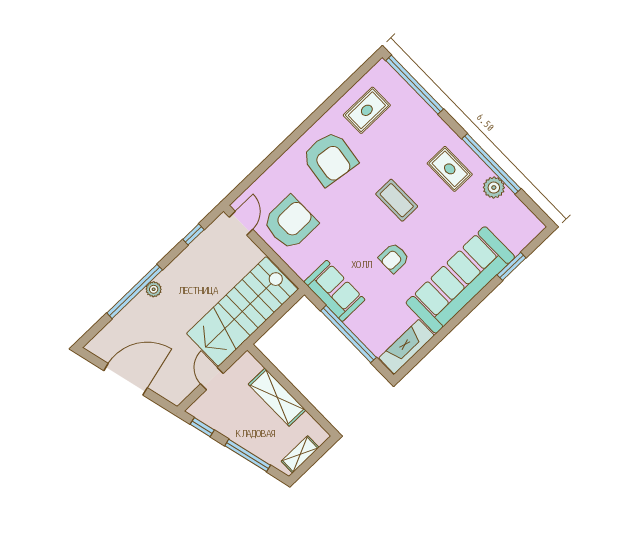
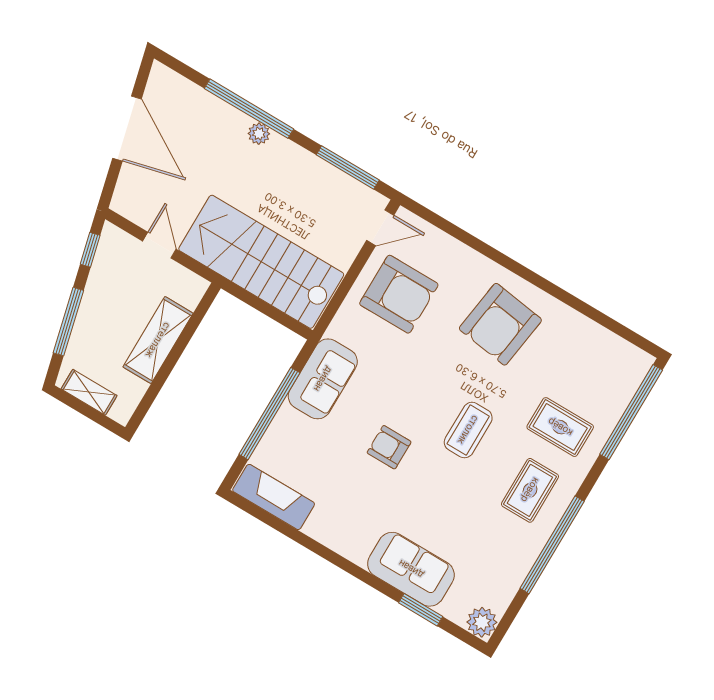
rug: (367, 110) -> (560, 427), moved
plant: (494, 188) -> (482, 622), moved
window: (193, 234) -> (348, 167), width x2.17
sofa: (460, 280) -> (411, 569), width x0.54, depth x0.79
door: (212, 379) -> (159, 245), hinge flipped

